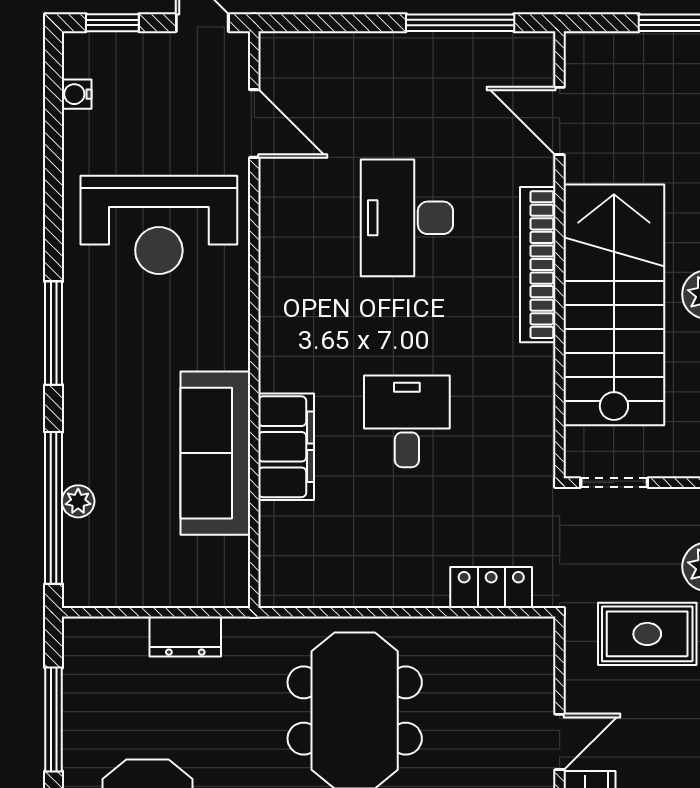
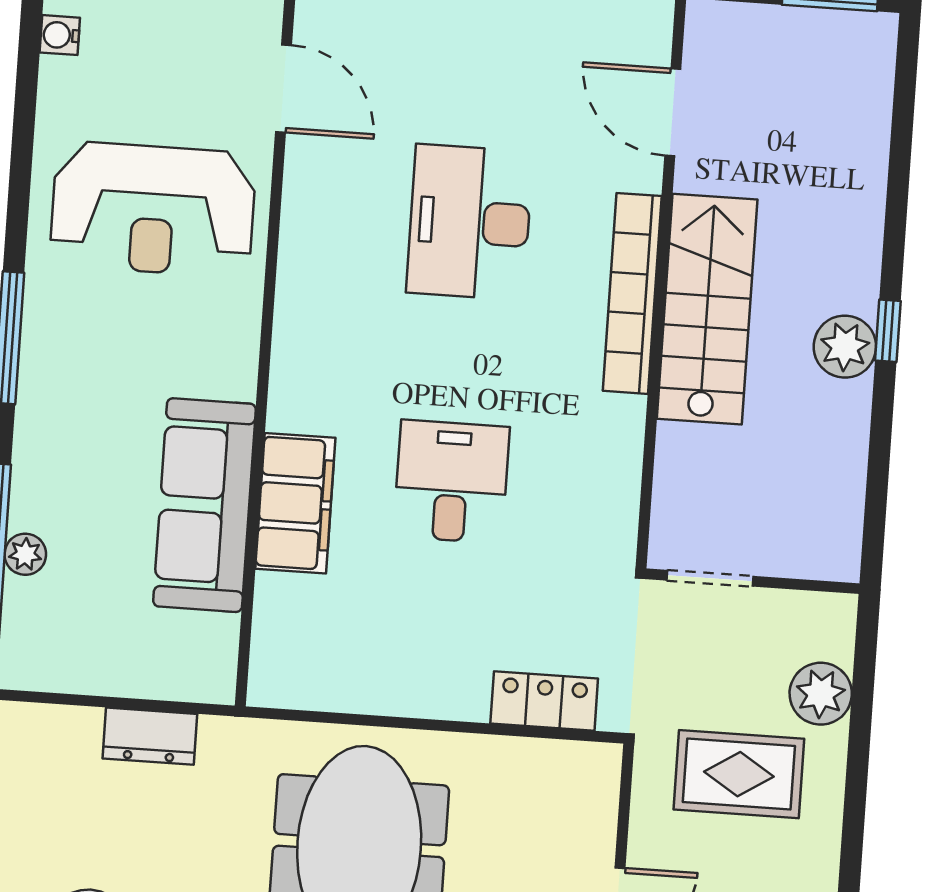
stairs: (614, 305) -> (707, 309), width x0.73, depth x0.66

